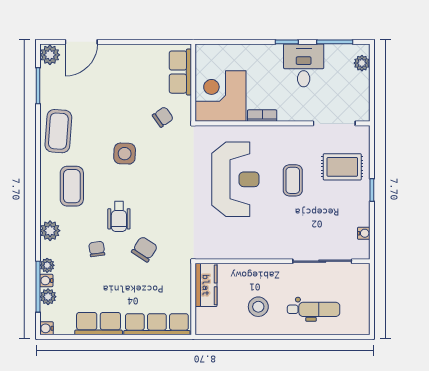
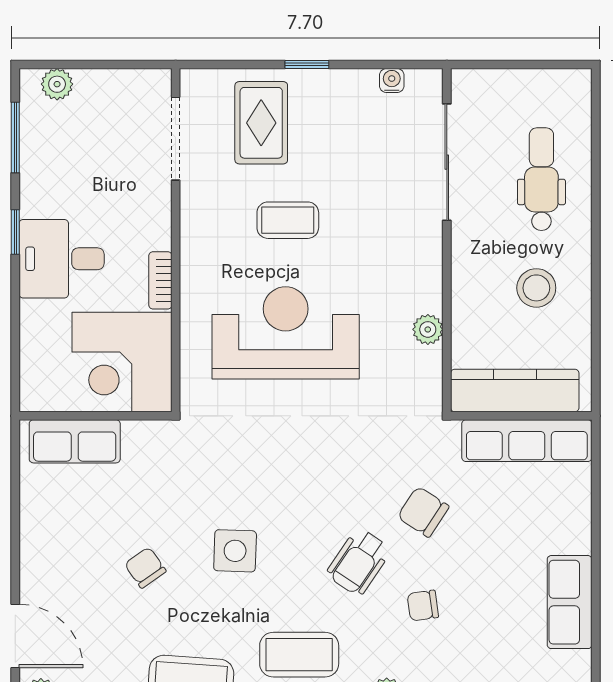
desk: (304, 65) -> (62, 259), moved
chair: (163, 117) -> (145, 568), moved
wheelchair: (119, 216) -> (359, 562), turned 124
plant: (237, 252) -> (428, 329), added
kitchen counter: (206, 285) -> (515, 391), width x1.50
row of seats: (157, 324) -> (527, 441), moved, turned -90

